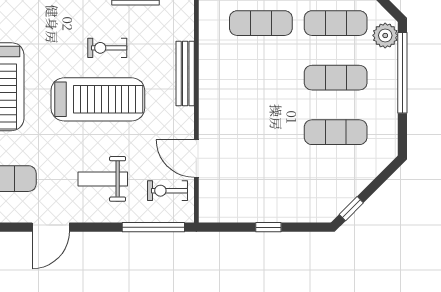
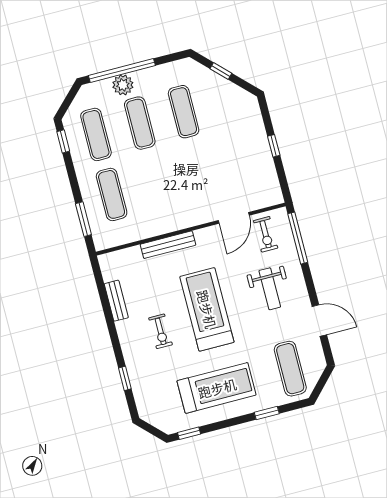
plant: (385, 35) -> (123, 85), moved
exercise bike: (107, 48) -> (161, 331), moved
window: (351, 209) -> (221, 71), moved

